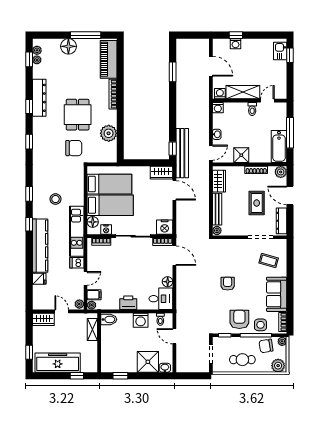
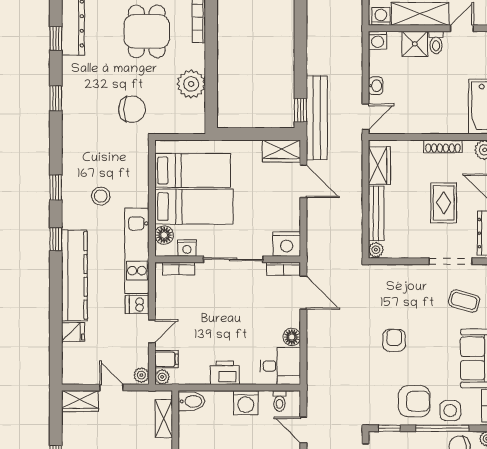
dining table: (78, 115) -> (147, 31), moved
shower: (241, 155) -> (415, 44), moved
armchair: (239, 319) -> (414, 401), turned 90

